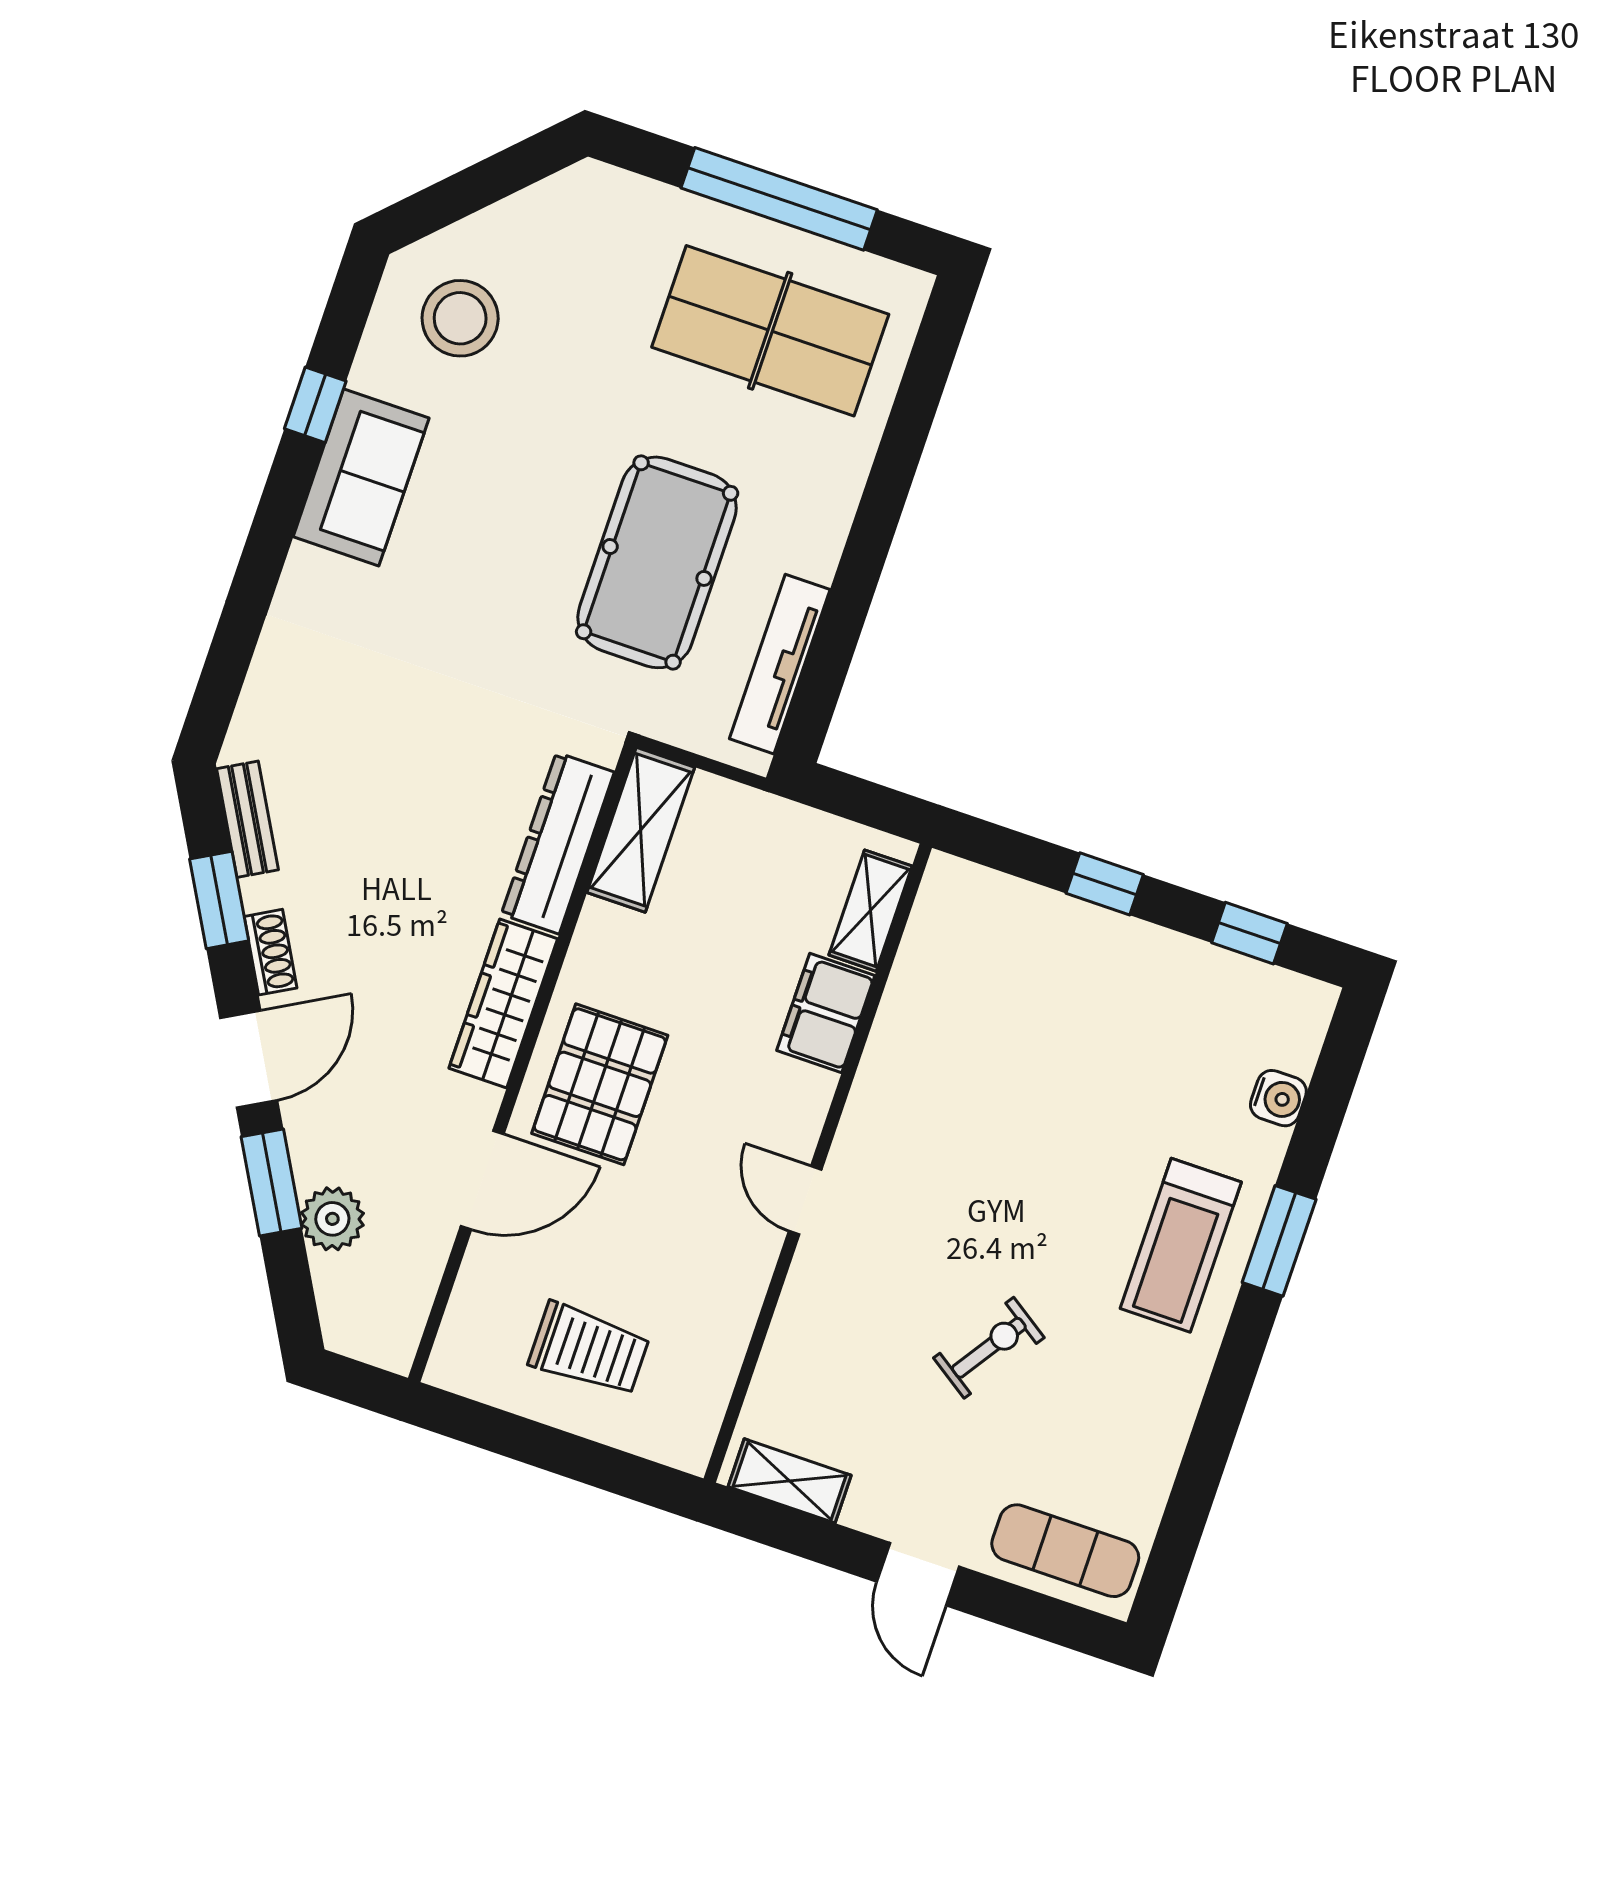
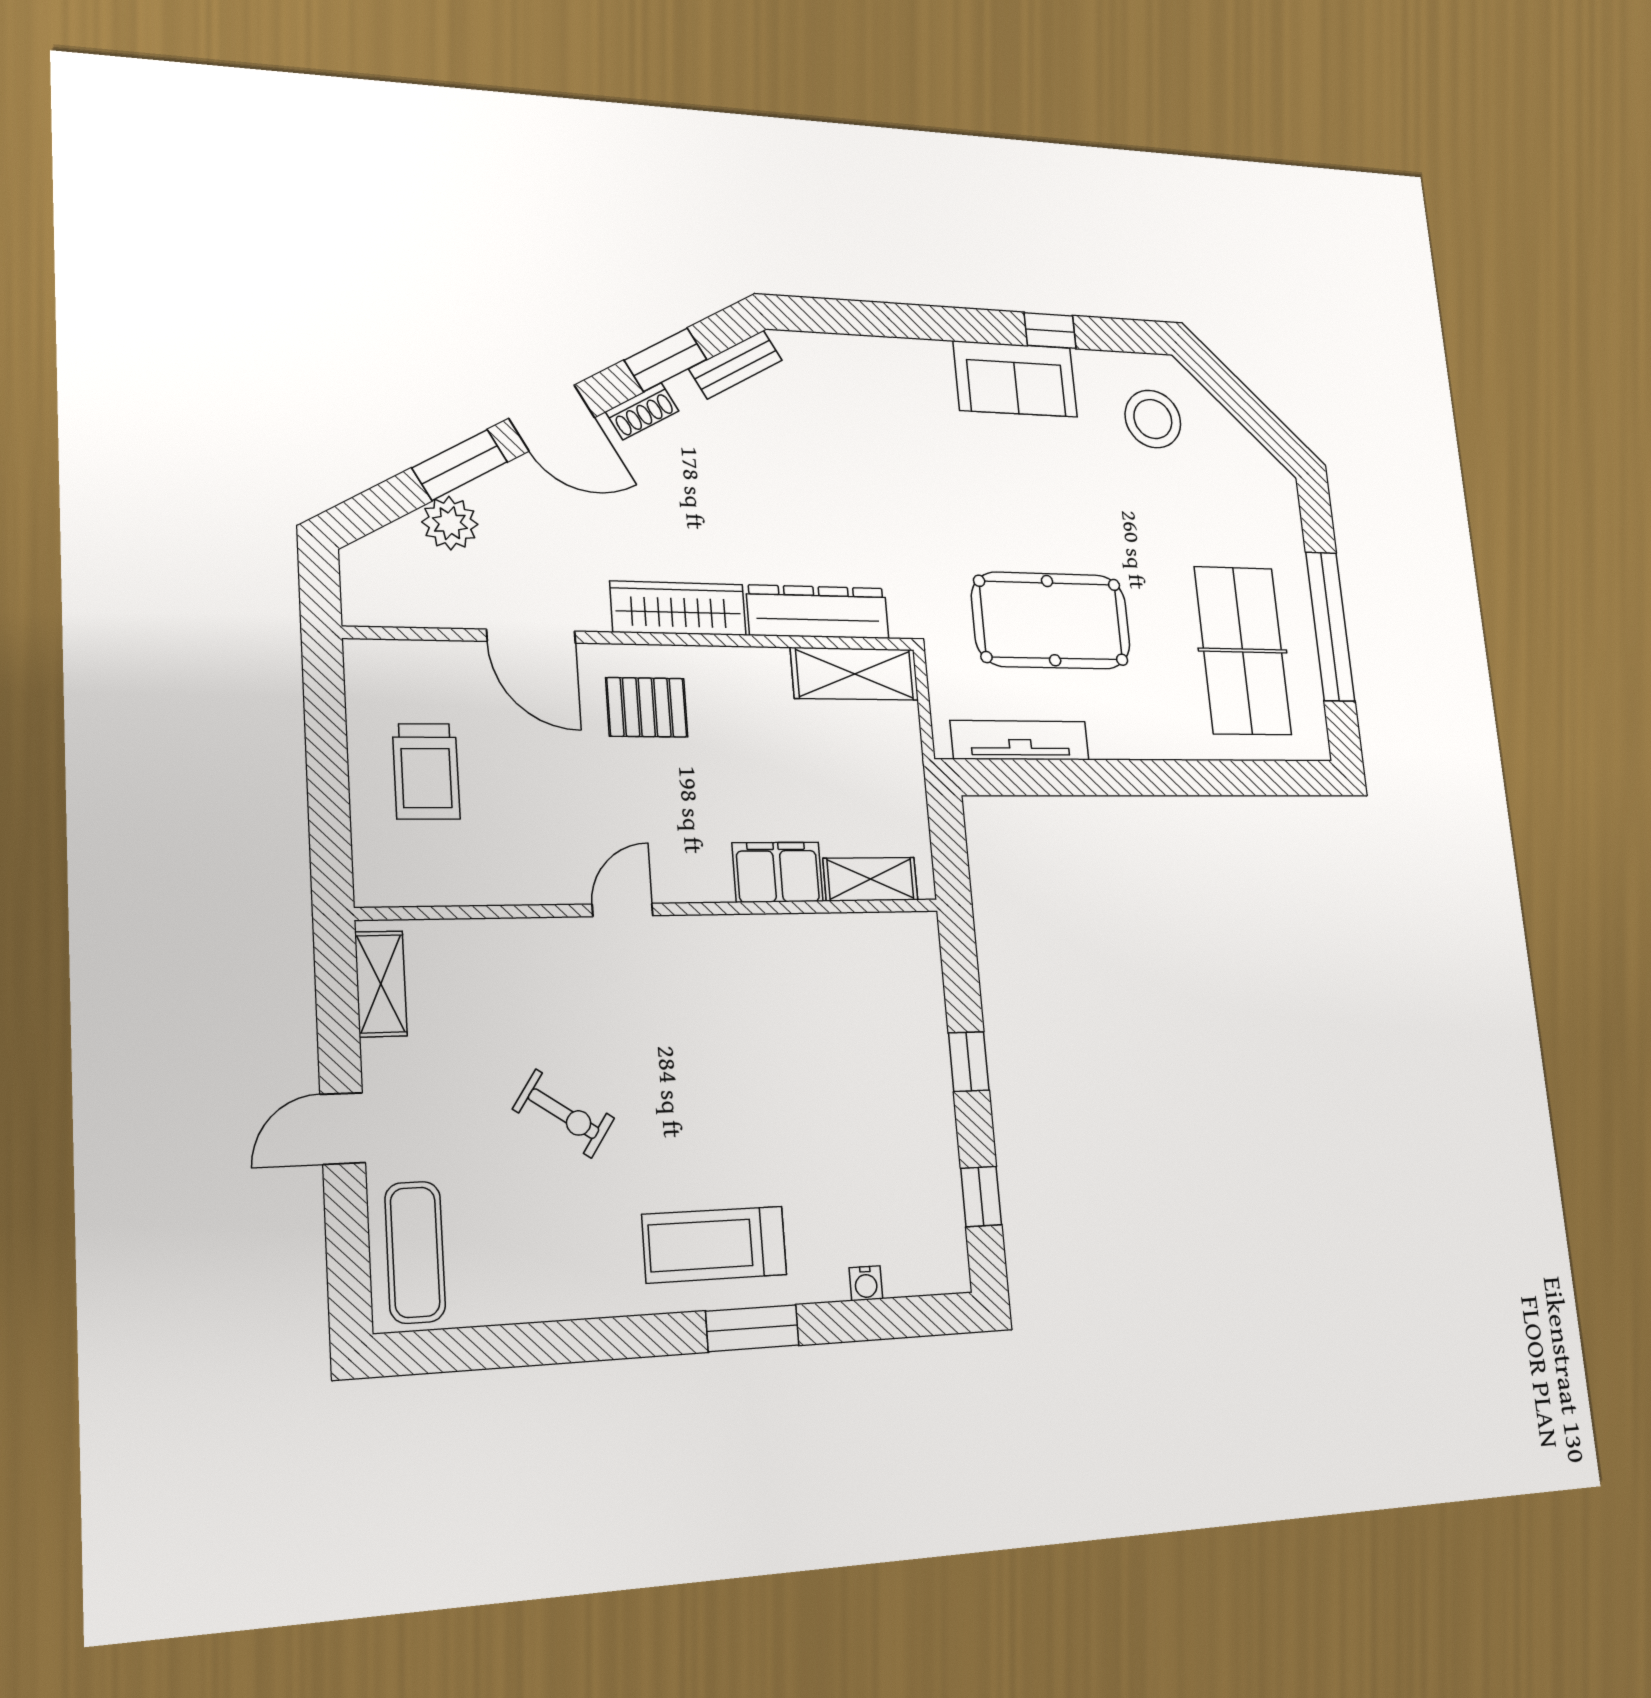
pallet: (600, 1084) -> (647, 707), width x0.67, depth x0.71
water cooler: (1278, 1098) -> (866, 1283), width x0.72, depth x0.72

